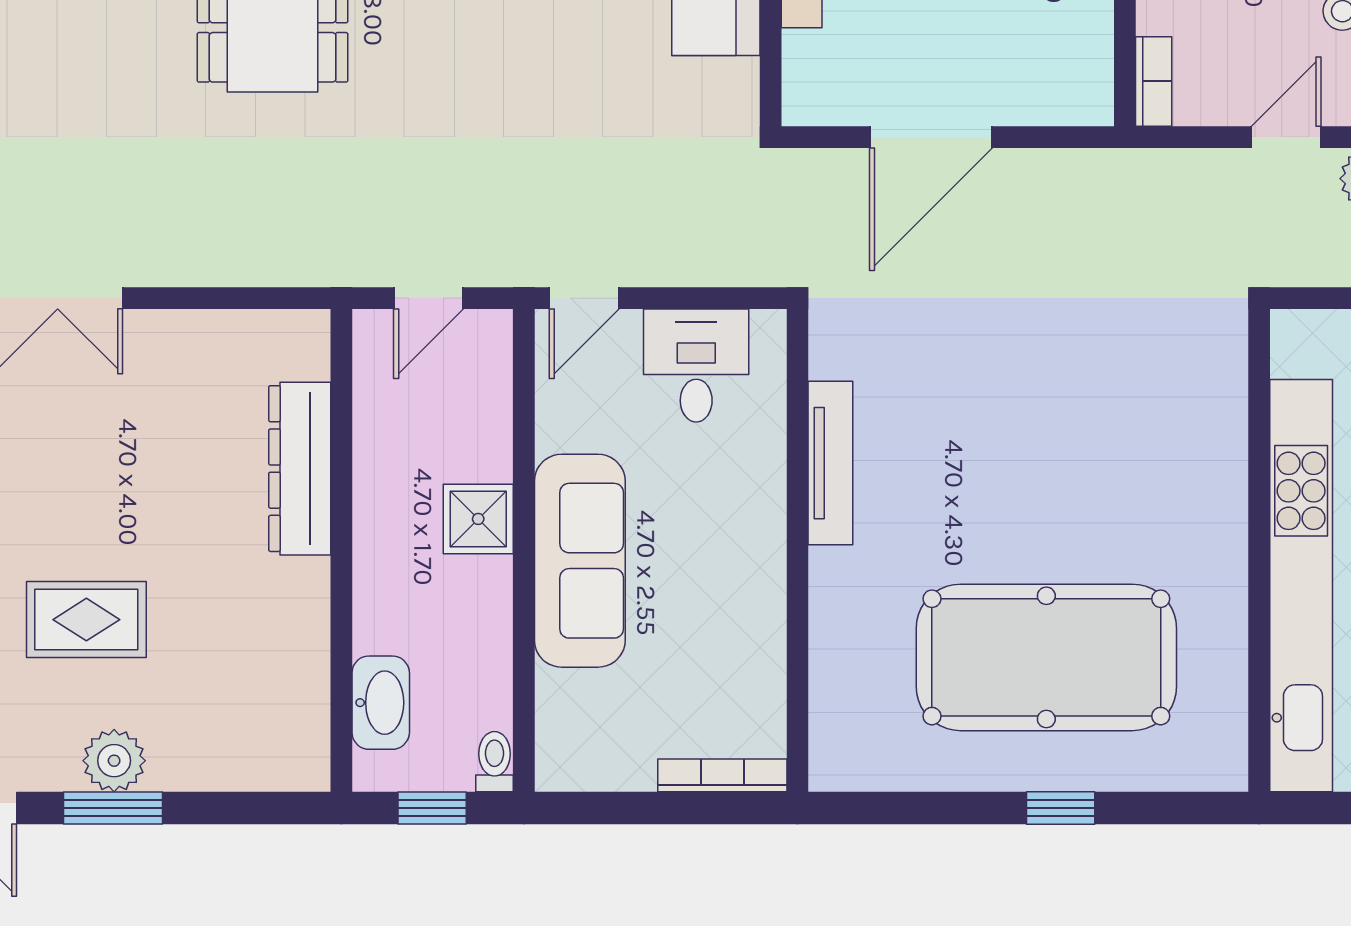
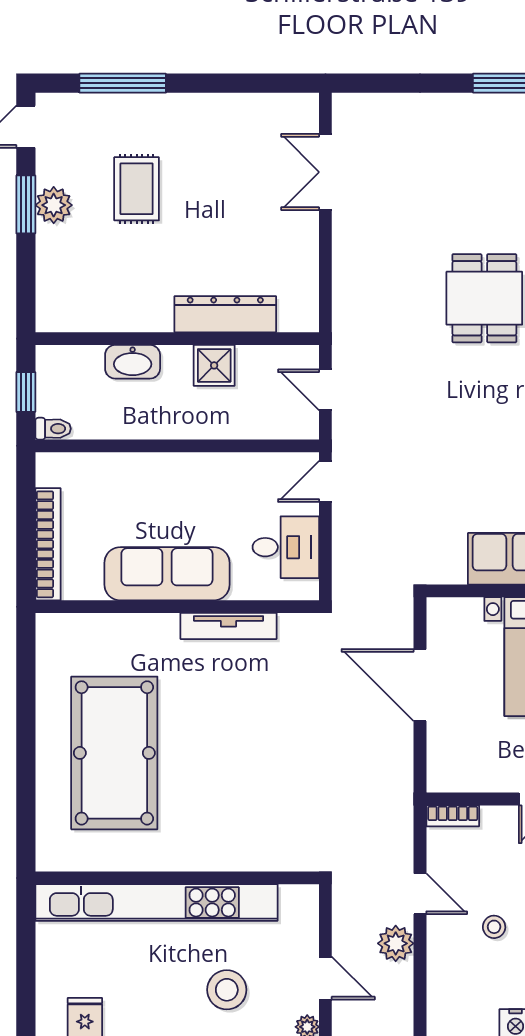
door: (584, 298) -> (325, 481), hinge flipped
shower: (478, 519) -> (214, 365), moved
sofa: (580, 561) -> (167, 574), moved, turned 180
washbasin: (381, 703) -> (133, 362), moved
bookcase: (722, 775) -> (48, 544), width x1.48, depth x1.31
window: (1061, 808) -> (26, 761), removed

